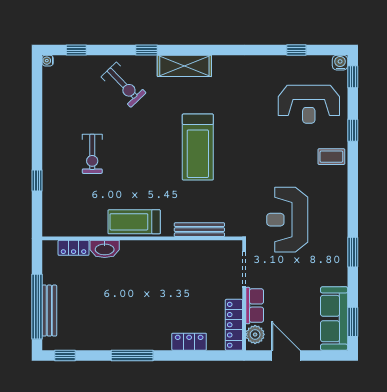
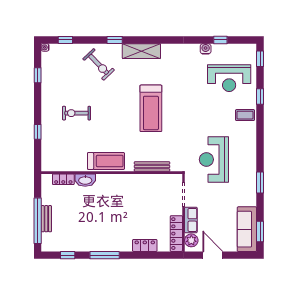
water cooler: (340, 63) -> (206, 49), moved
window: (37, 100) -> (38, 75), added
exercise bike: (92, 154) -> (77, 113), turned 90
treadmill: (134, 222) -> (106, 161), turned 180
bench: (49, 311) -> (46, 219), width x0.73
window: (65, 355) -> (68, 255), moved

